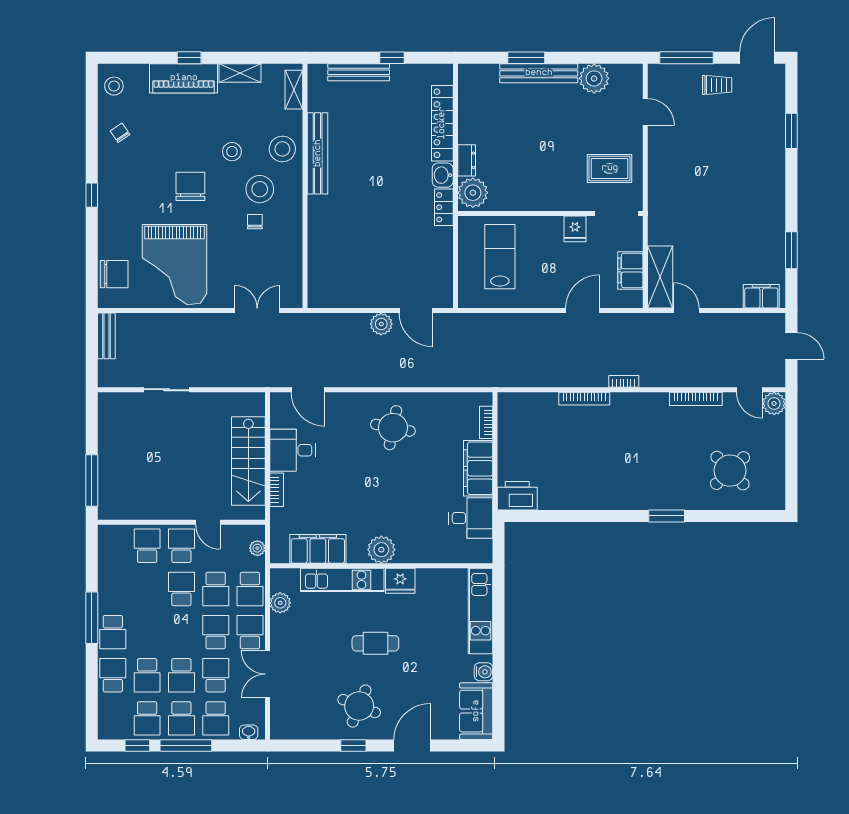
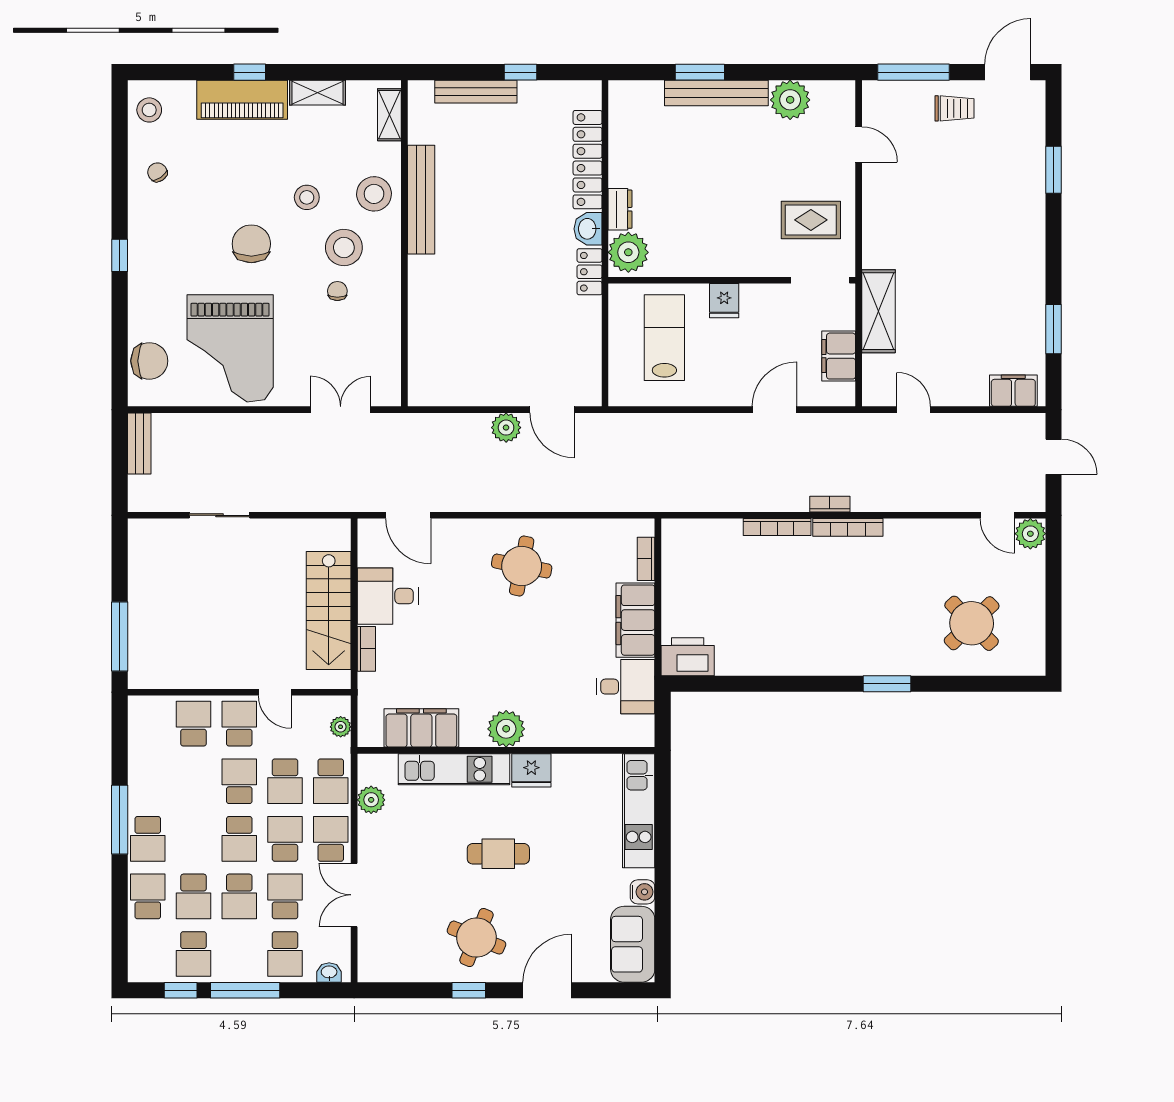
fridge: (575, 229) -> (724, 301), moved
shelving: (660, 277) -> (878, 311), moved
bookcase: (696, 399) -> (848, 527), moved
school desk: (181, 718) -> (239, 839), moved

